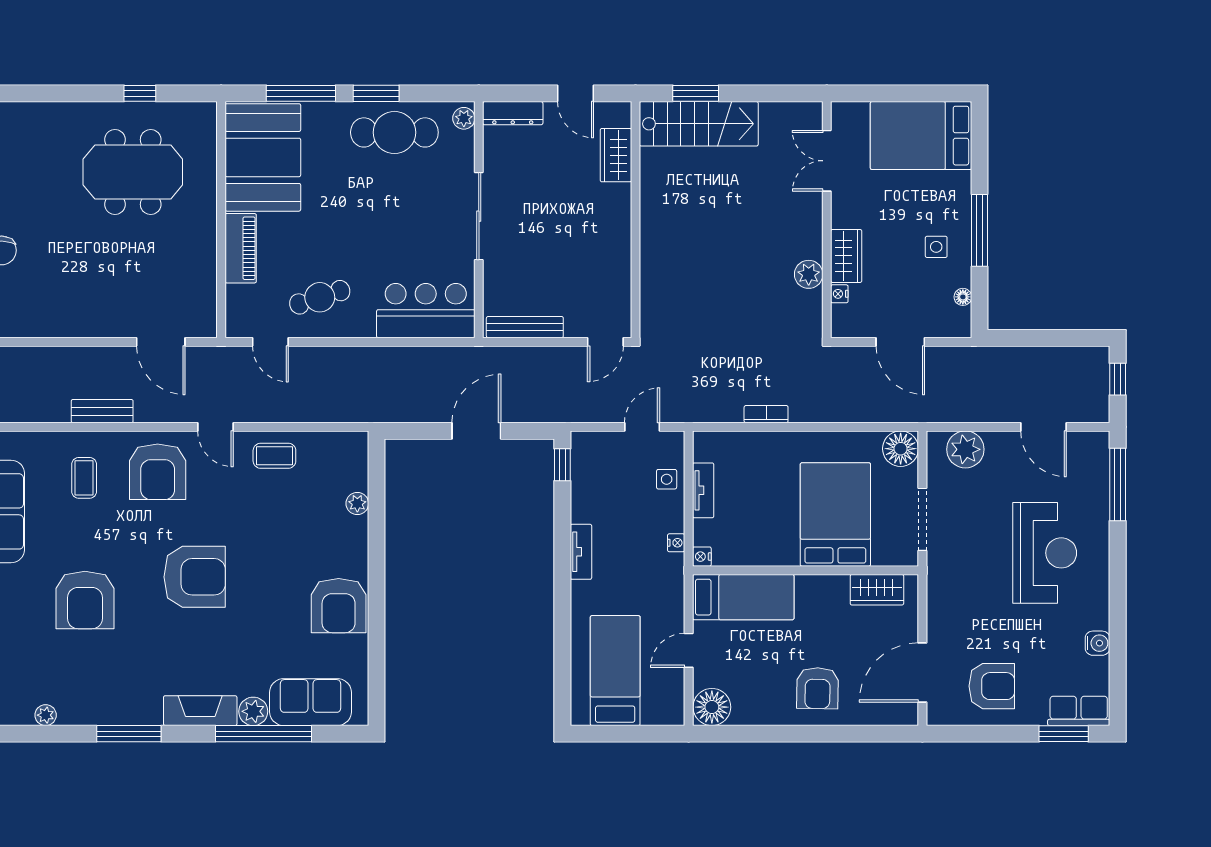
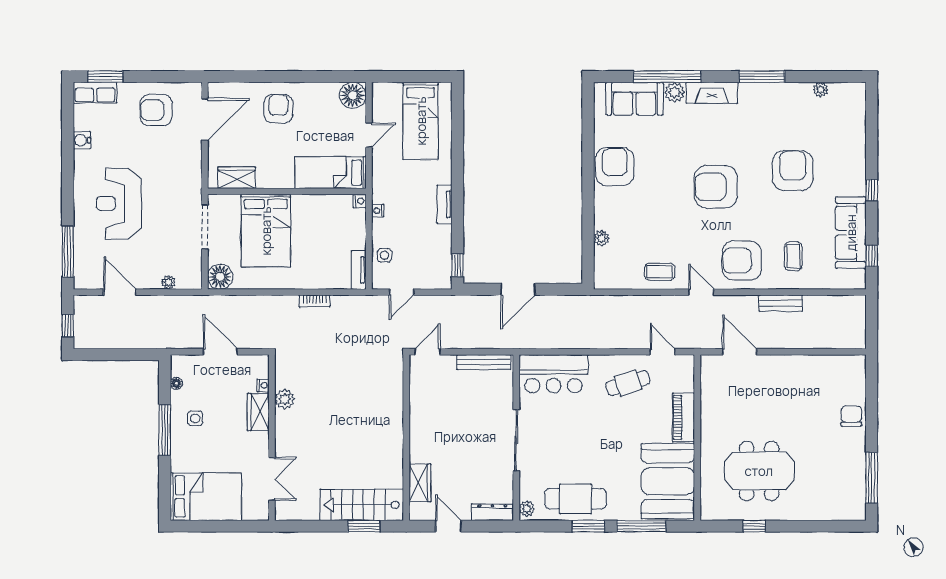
plant: (965, 449) -> (169, 282), width x0.53, depth x0.53
armchair: (158, 472) -> (742, 260), turned -90
tv unit: (703, 490) -> (359, 270), moved

